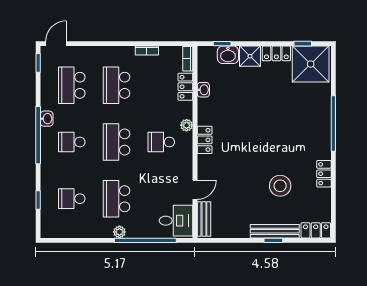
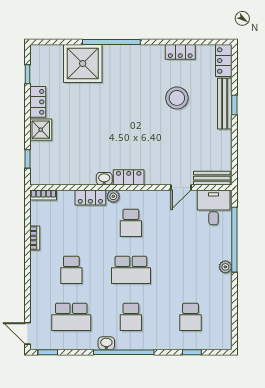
washbasin: (228, 55) -> (39, 153), removed
shower: (311, 64) -> (83, 64), moved
school desk: (117, 85) -> (71, 270), width x0.54
locker: (185, 87) -> (90, 198), moved
washbasin: (203, 90) -> (104, 179), moved
locker: (324, 174) -> (180, 52), moved
door: (195, 190) -> (181, 187), swing flipped
school desk: (117, 199) -> (191, 270), removed

